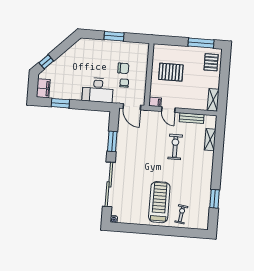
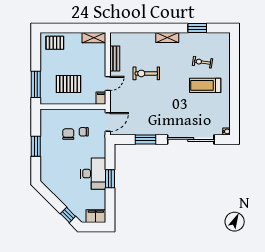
window: (201, 43) -> (36, 84), moved
pallet: (171, 72) -> (68, 84), turned 90
desk: (98, 90) -> (93, 174), moved
window: (60, 103) -> (110, 179), moved
shelving: (210, 140) -> (167, 37), moved
treadmill: (159, 202) -> (205, 85), width x0.73, depth x0.73
exercise bike: (181, 214) -> (202, 62), moved

